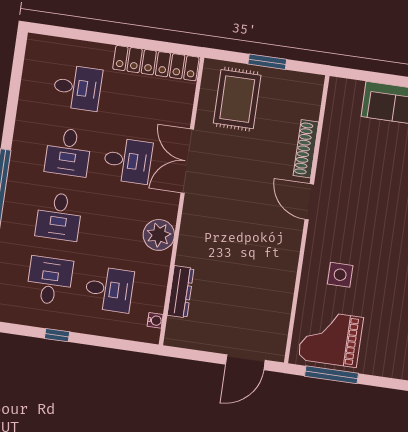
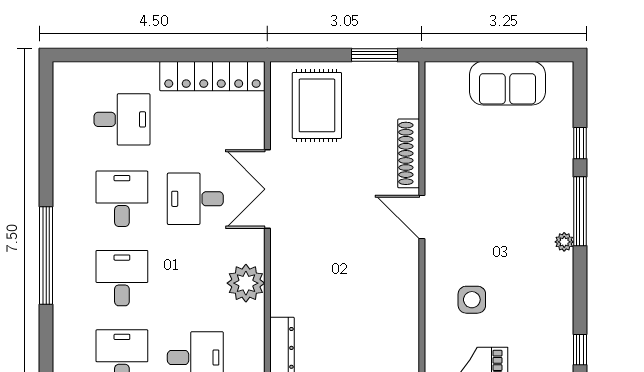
window: (267, 62) -> (374, 55), moved
desk: (68, 152) -> (122, 199), turned 180
desk: (128, 161) -> (195, 199), turned 180
desk: (59, 216) -> (122, 278), turned 180

